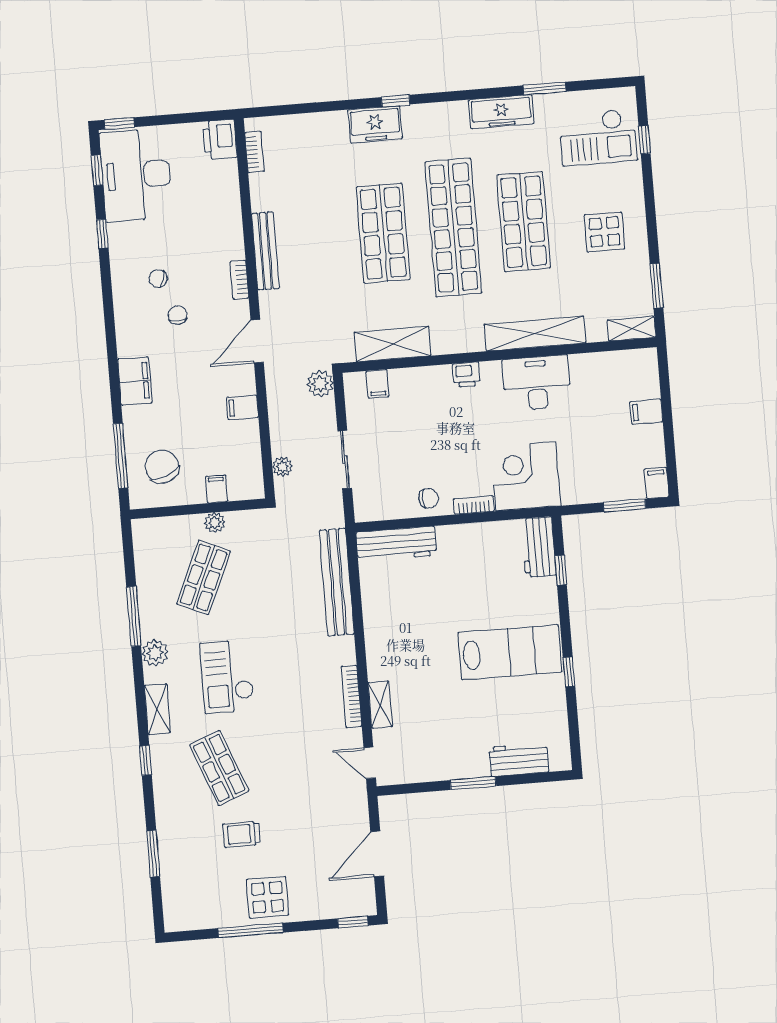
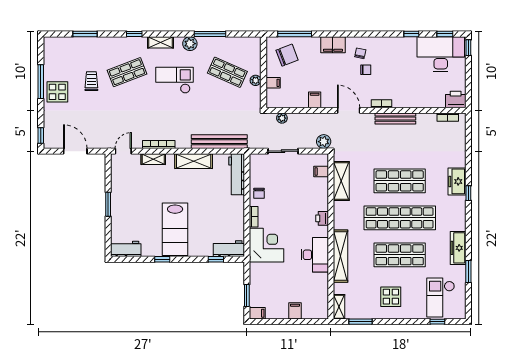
chair: (158, 278) -> (360, 53), moved
shelving: (378, 628) -> (194, 161), added
workbench: (519, 760) -> (126, 249), moved, turned -90

